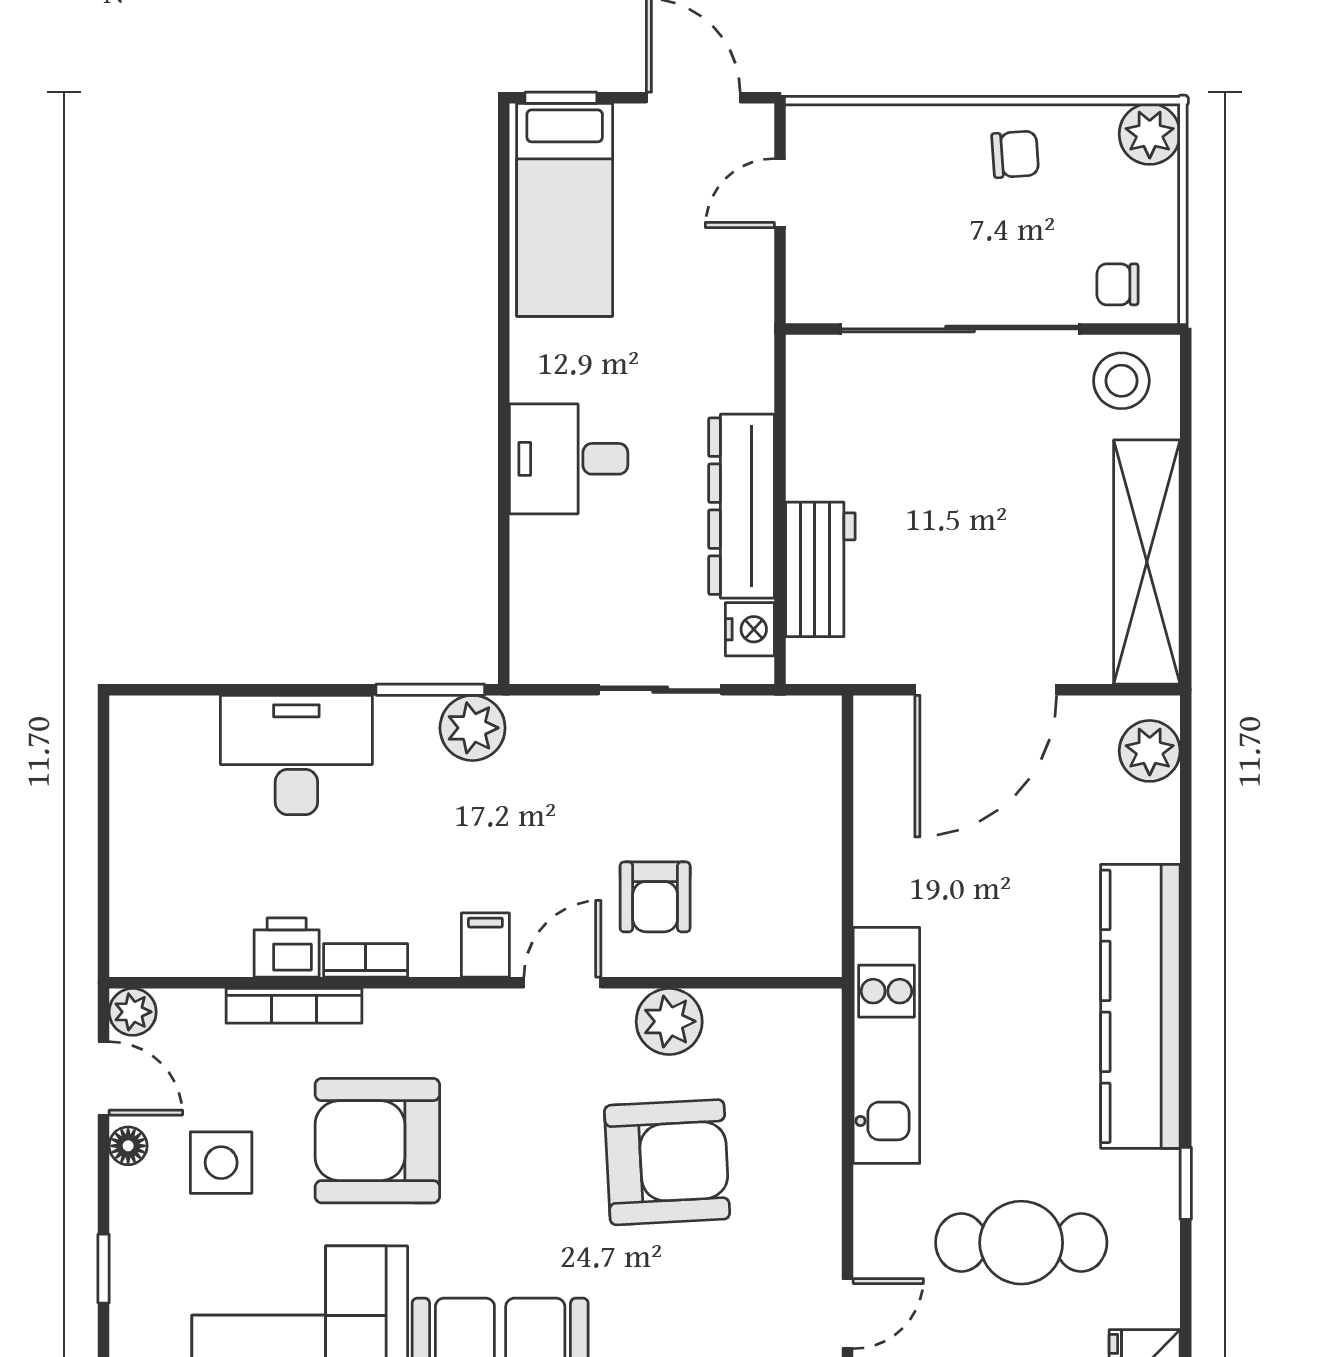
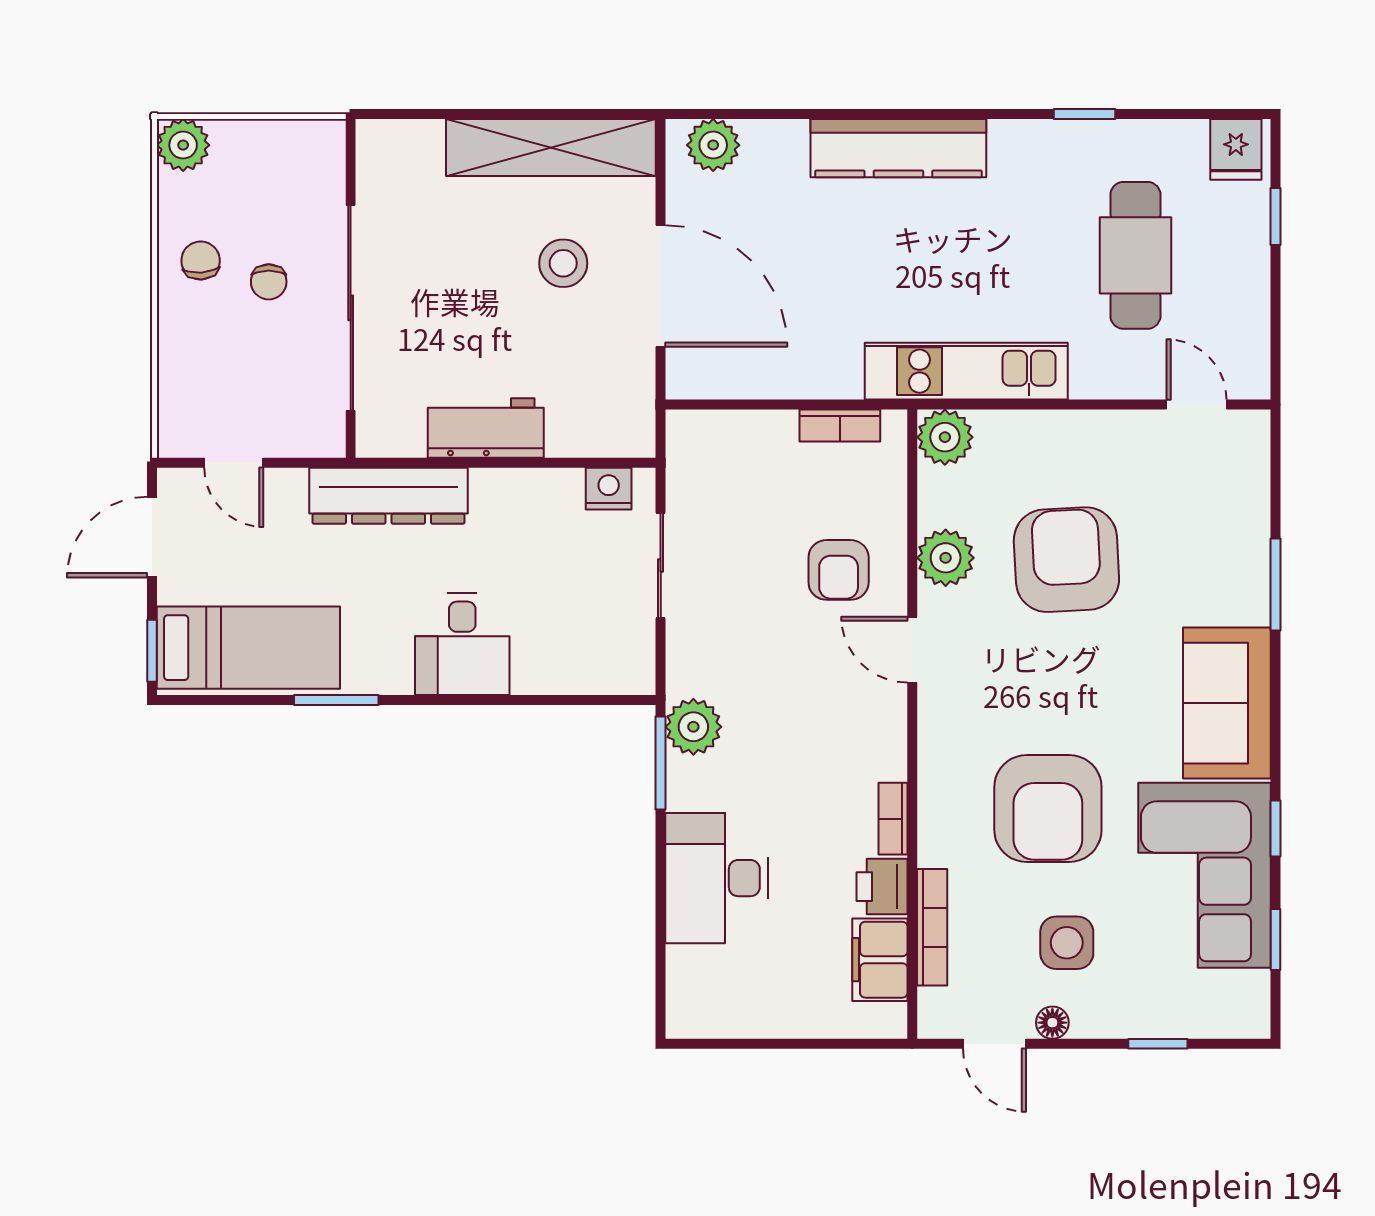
chair: (1118, 284) -> (269, 282), moved
window: (504, 312) -> (336, 700), added
stool: (1121, 381) -> (563, 263), moved
dresser: (741, 506) -> (388, 496), moved
workbench: (820, 569) -> (486, 428), moved
armchair: (655, 897) -> (839, 570), turned 90
bookcase: (823, 898) -> (840, 425), added
filing cabinet: (485, 945) -> (880, 960), moved, width x2.00
bookcase: (294, 1006) -> (932, 927), moved
kitchen counter: (1140, 1006) -> (898, 148), width x0.72, depth x0.86
plant: (133, 1012) -> (945, 437), moved, width x1.38, depth x1.38
door: (104, 1078) -> (994, 1044), swing flipped

